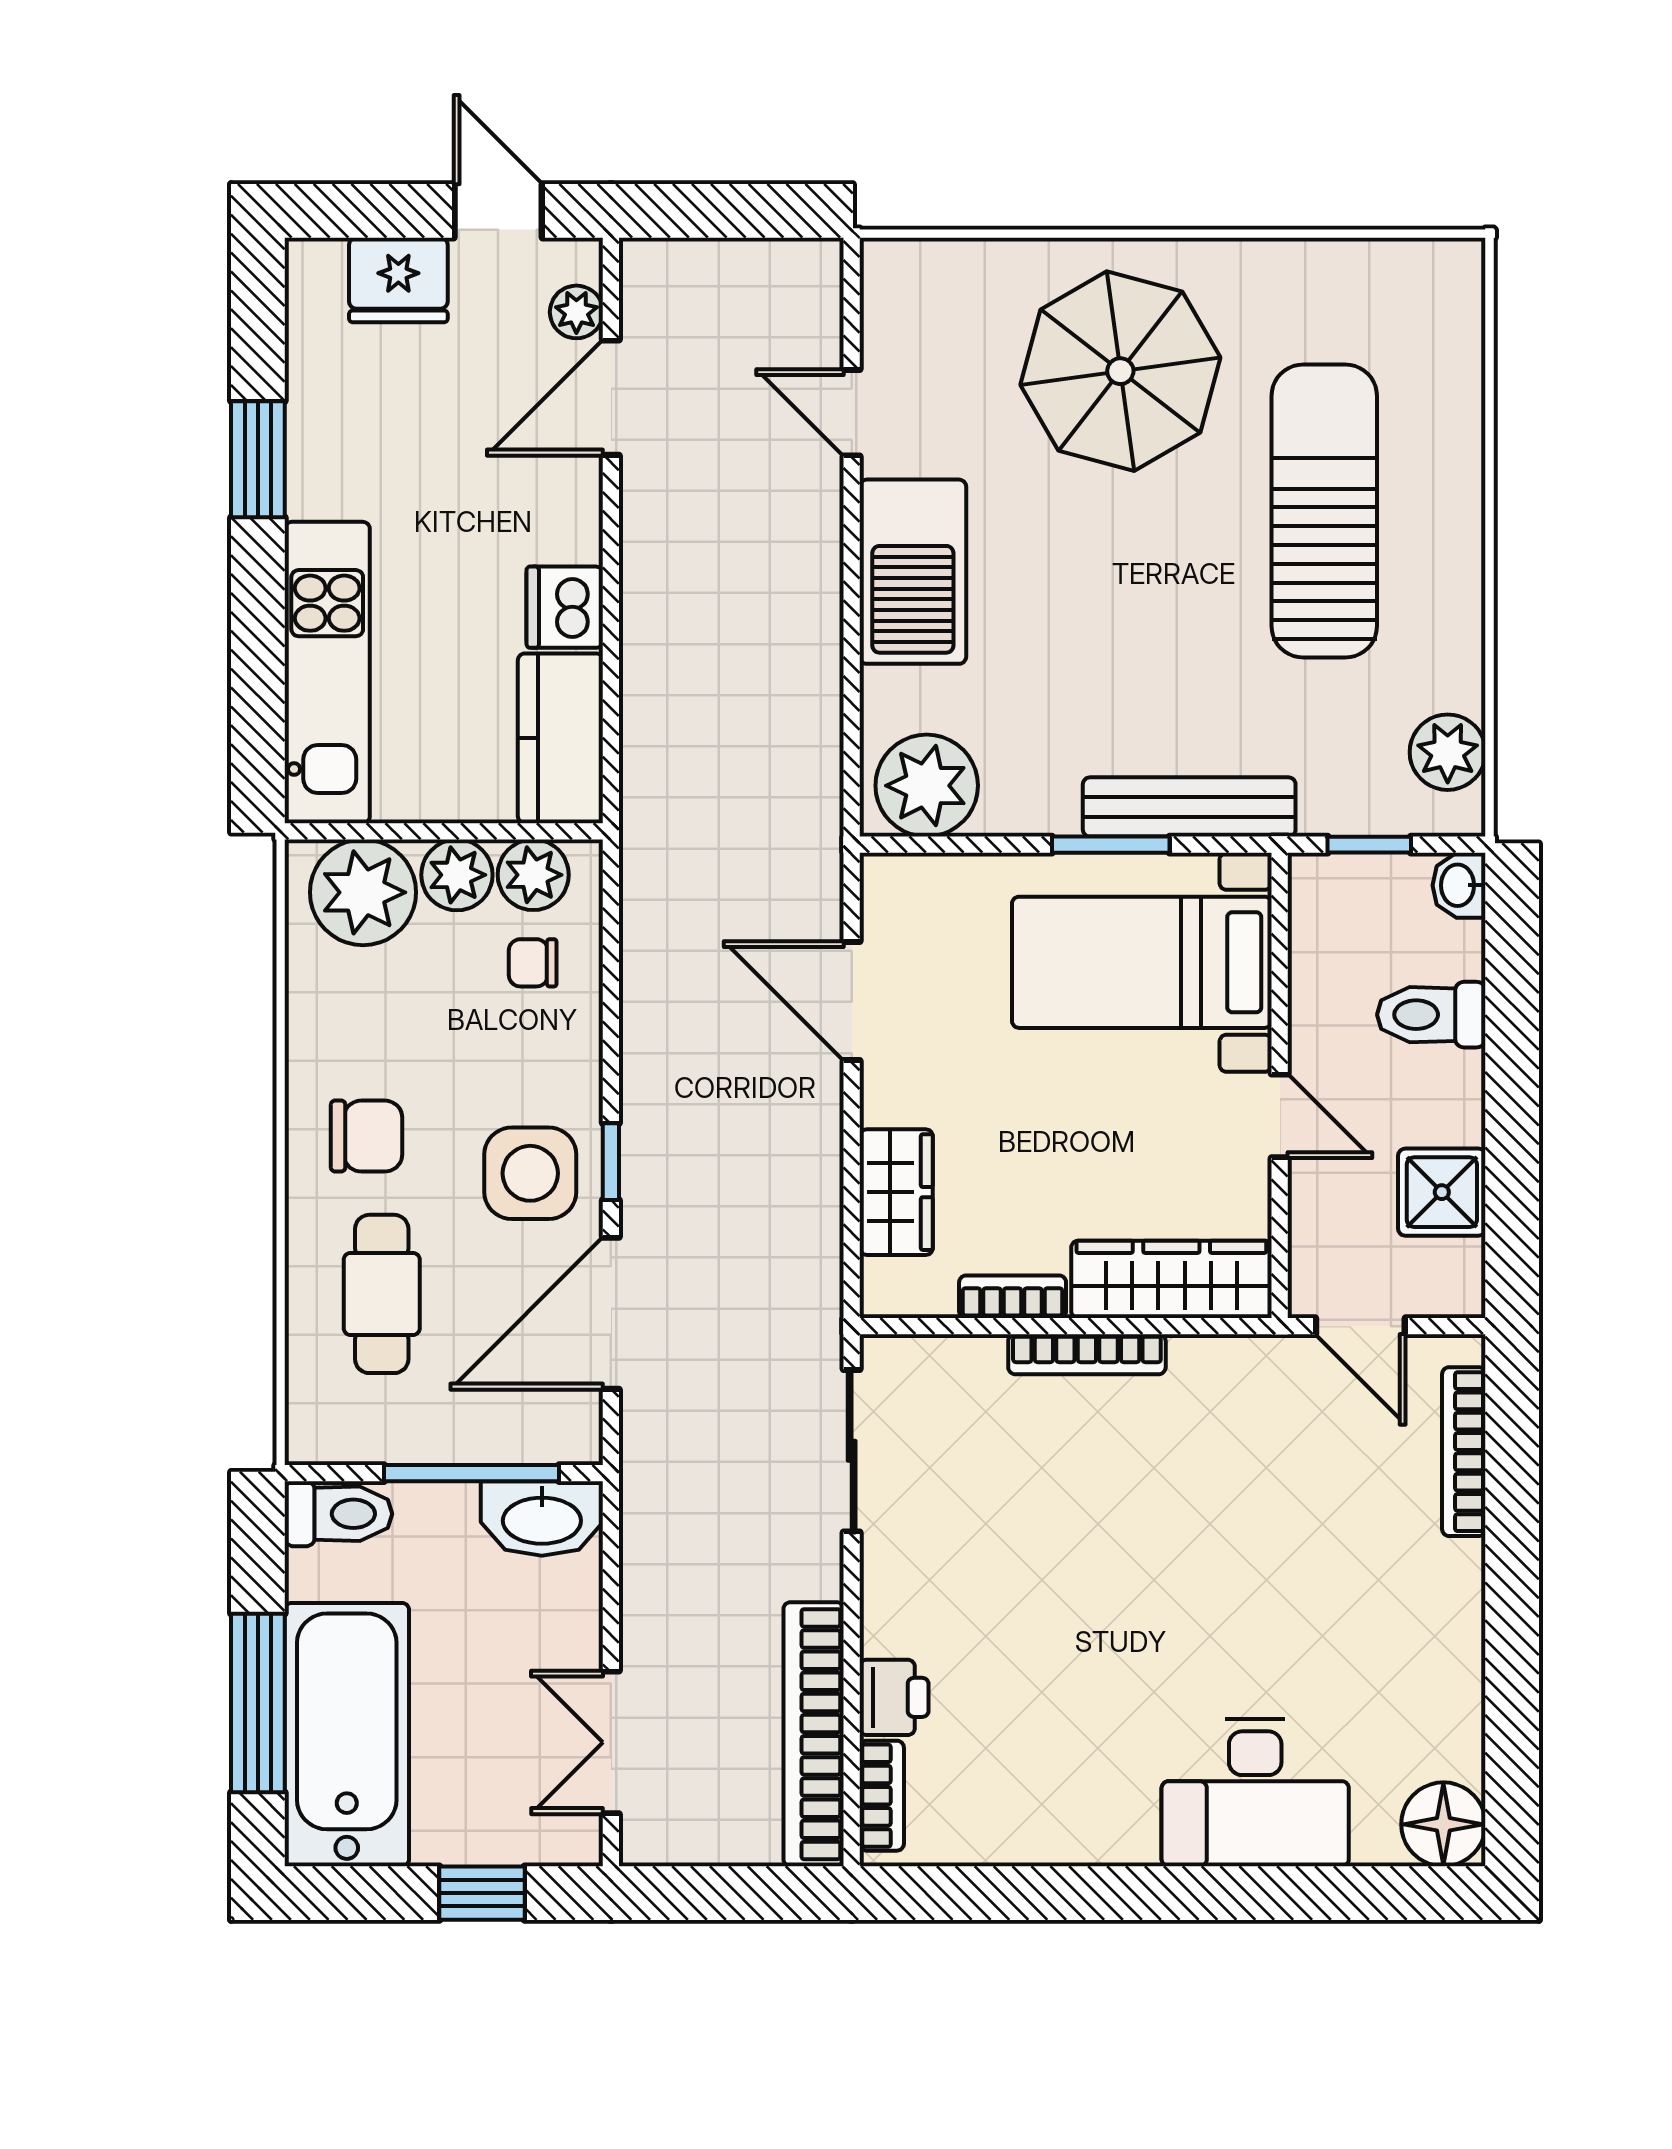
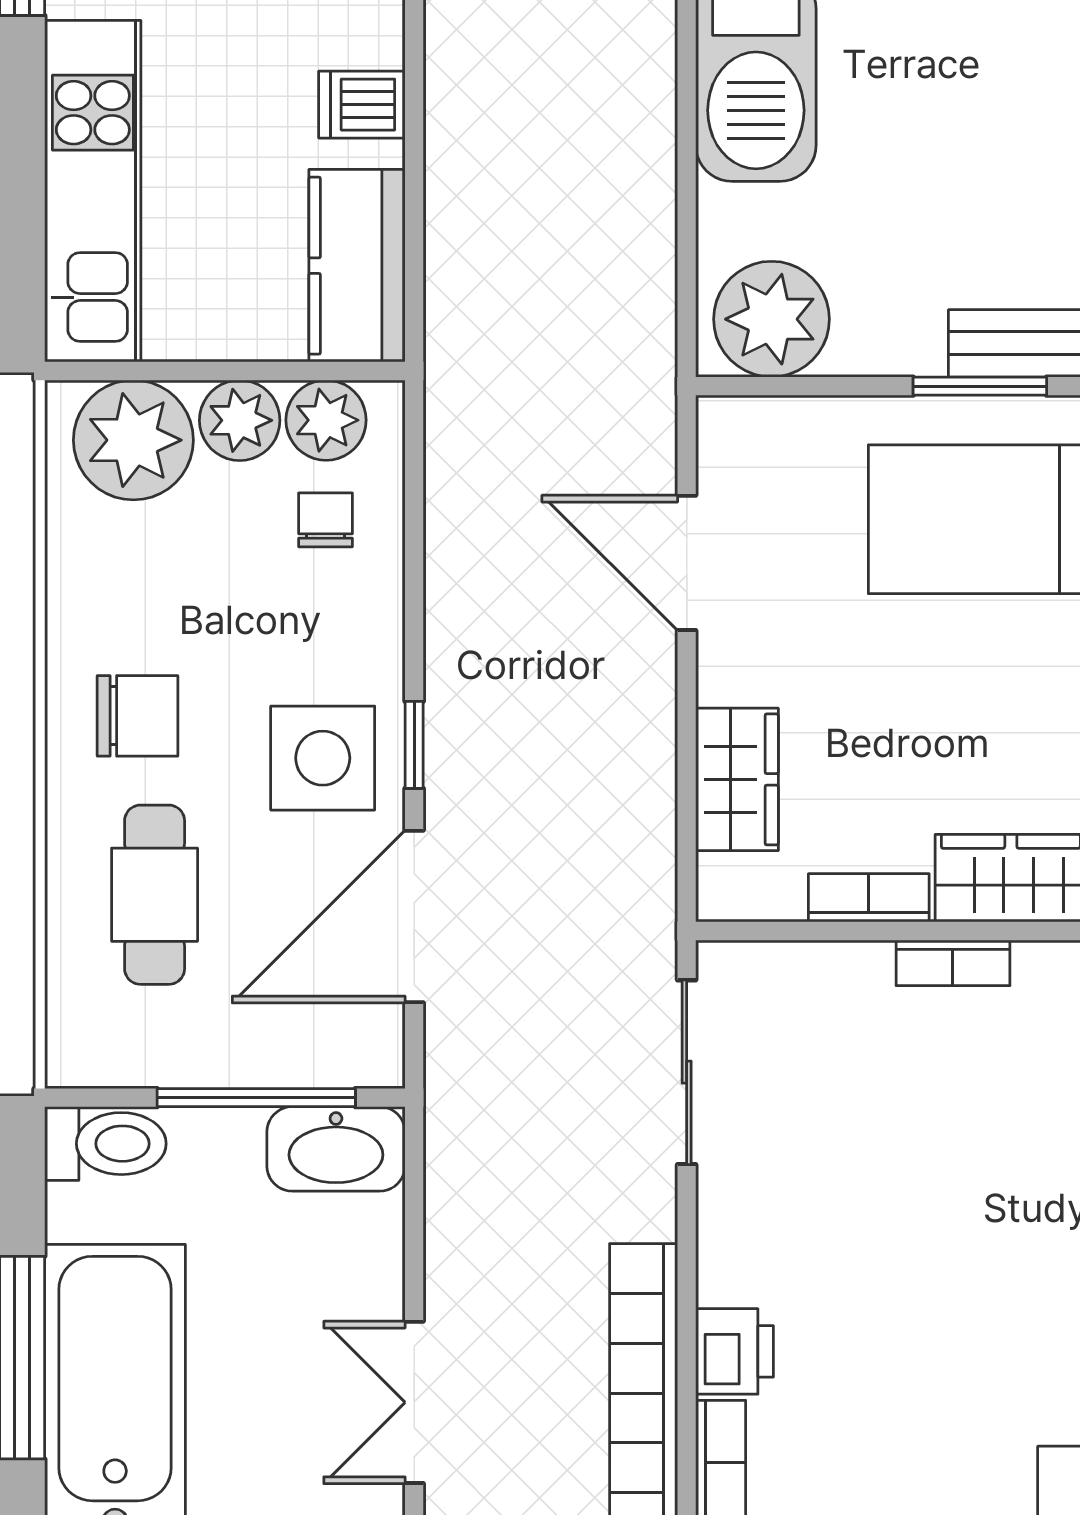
dishwasher: (565, 607) -> (362, 105), width x0.73
chair: (533, 963) -> (326, 520), turned 90
bookcase: (1087, 1354) -> (953, 963), width x0.64

